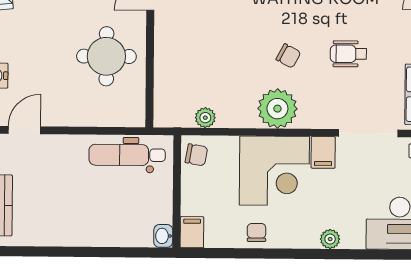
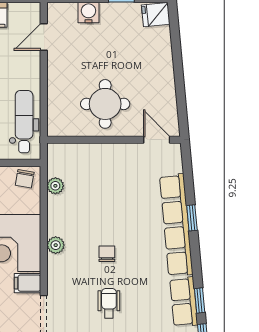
chair: (288, 56) -> (107, 254), turned 152
plant: (277, 109) -> (56, 245), width x0.53, depth x0.53
door: (24, 130) -> (44, 37), swing flipped

